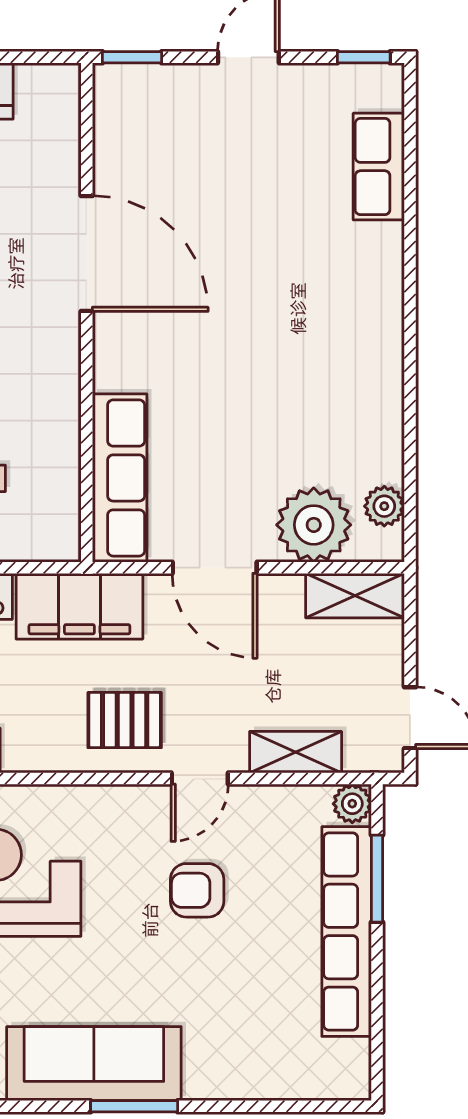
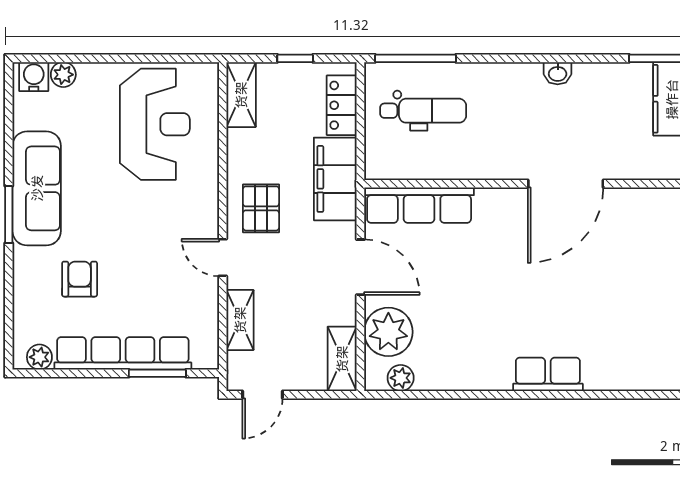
row of seats: (379, 167) -> (548, 374), moved
door: (215, 568) -> (360, 267), swing flipped
plant: (352, 804) -> (39, 357), moved
armchair: (197, 890) -> (80, 279), moved

